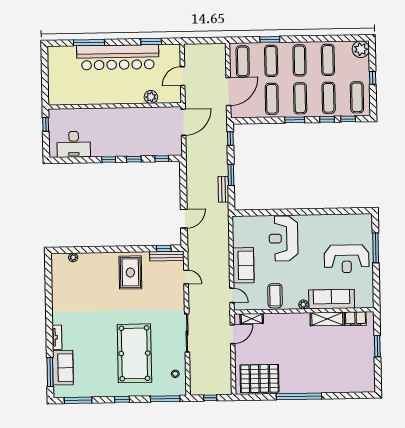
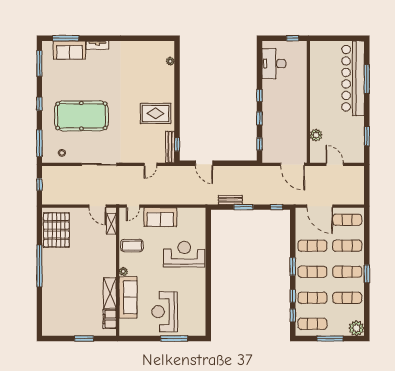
window: (270, 39) -> (367, 274), moved
bar counter: (118, 57) -> (353, 78), moved
window: (373, 78) -> (330, 339), width x2.17

